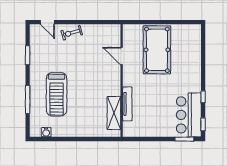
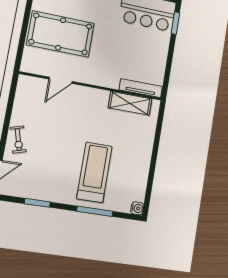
treadmill: (57, 94) -> (94, 172), turned -90
tv unit: (127, 104) -> (141, 88), moved
water cooler: (46, 132) -> (137, 208), moved

